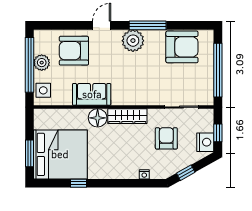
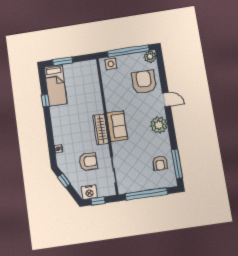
window: (148, 25) -> (177, 164), moved
armchair: (182, 47) -> (160, 163), width x0.53, depth x0.53
plant: (42, 63) -> (150, 57), moved
sofa: (92, 94) -> (117, 126), moved
floor lamp: (98, 118) -> (96, 107), removed
bed: (60, 154) -> (56, 85), width x0.49

